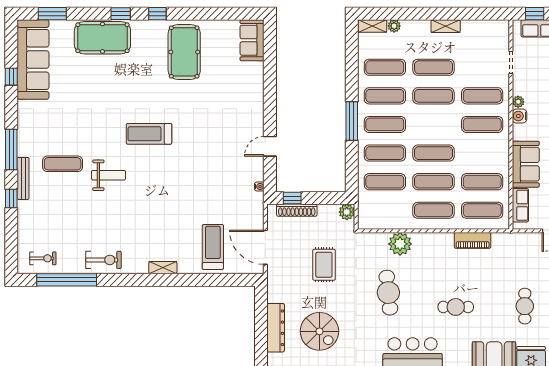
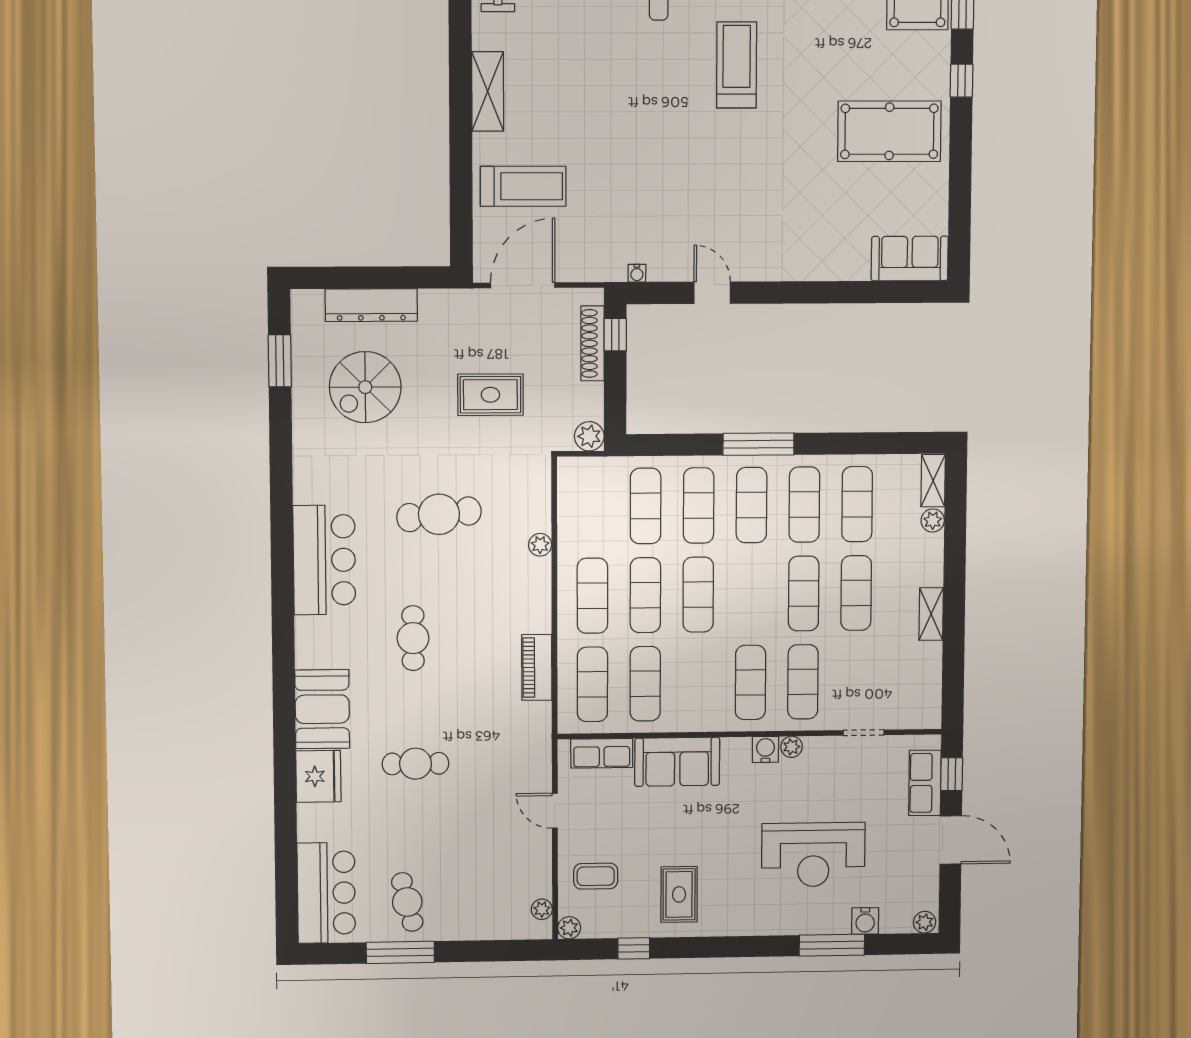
plant: (400, 244) -> (540, 545), width x0.53, depth x0.53
shelving: (163, 268) -> (488, 91), width x1.50, depth x1.33

